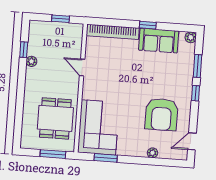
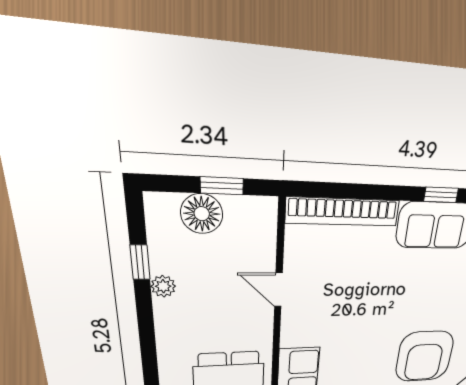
window: (148, 25) -> (441, 195), moved
floor lamp: (51, 30) -> (202, 214), added

